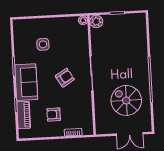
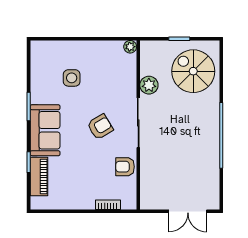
plant: (96, 21) -> (149, 85), moved
spiral stairs: (126, 100) -> (193, 71), moved
armchair: (54, 115) -> (125, 167), moved

